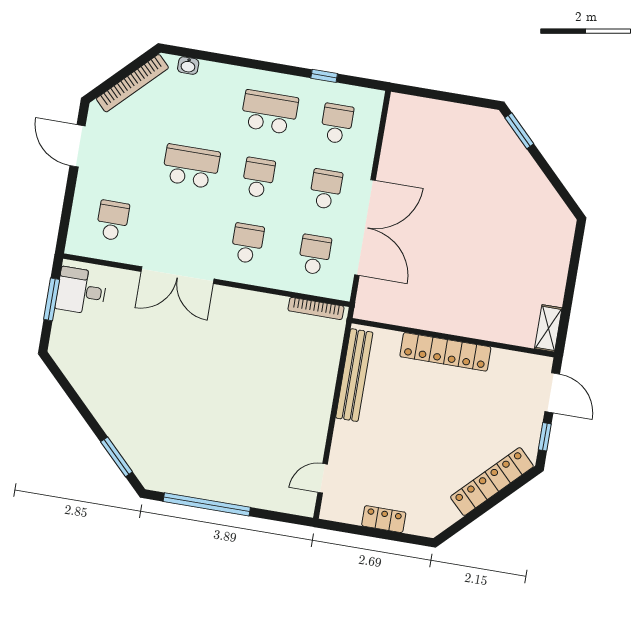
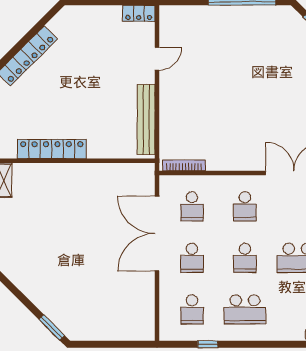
locker: (445, 352) -> (52, 149), moved
door: (323, 478) -> (157, 59), moved
locker: (384, 519) -> (139, 13), moved

